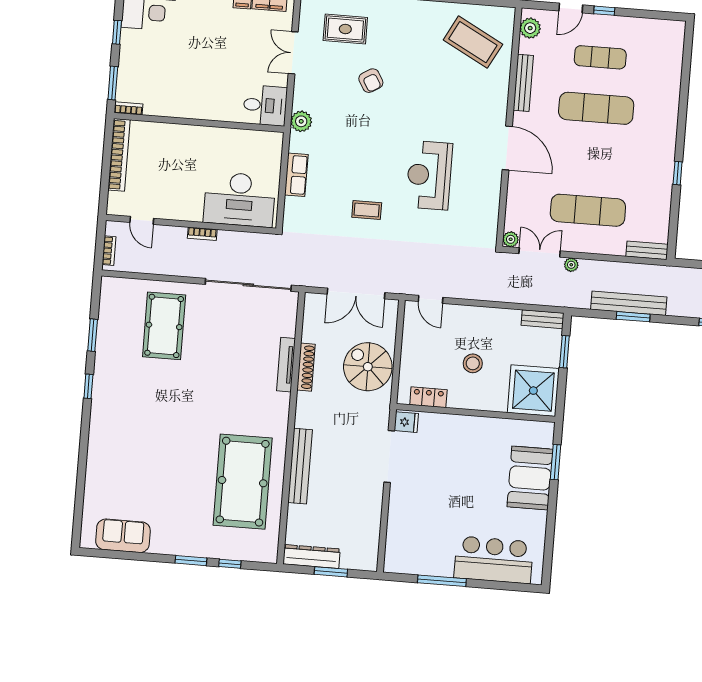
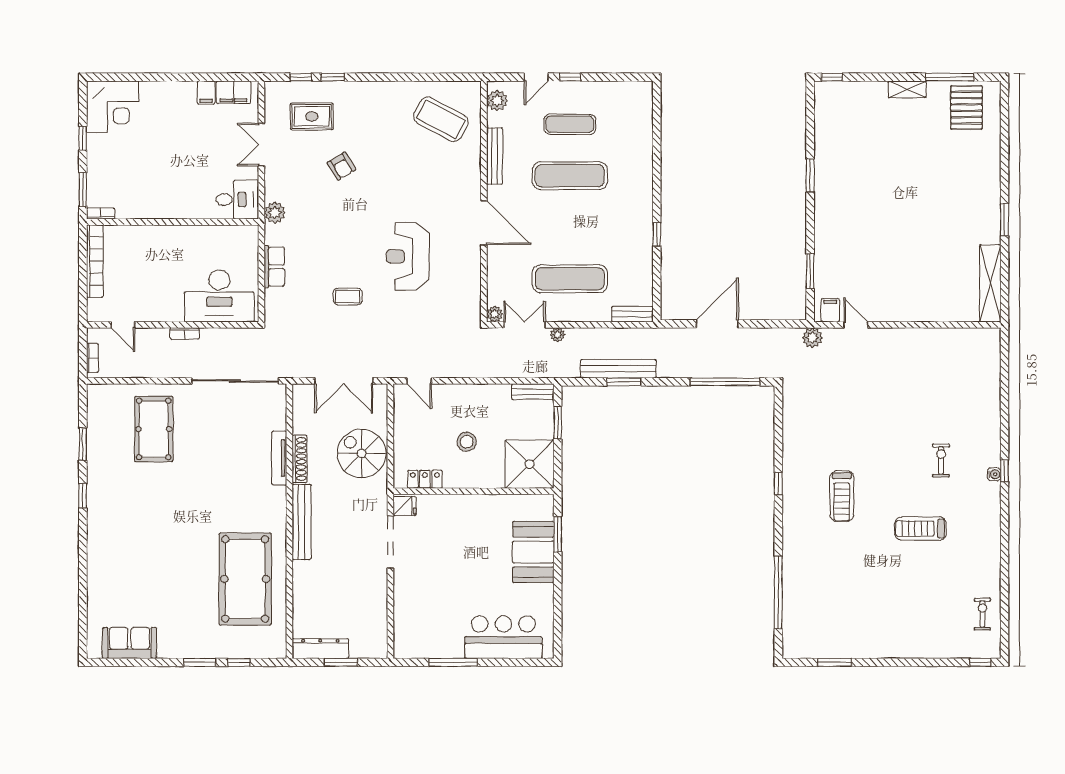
bench: (300, 466) -> (302, 522), moved

